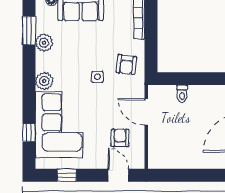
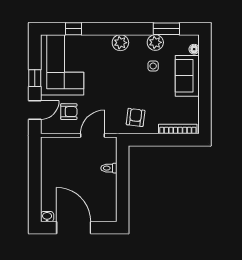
armchair: (126, 65) -> (136, 117), turned 90
side table: (97, 77) -> (153, 66), moved
corner sofa: (59, 125) -> (62, 65), moved, turned -90
window: (67, 175) -> (35, 78), moved

